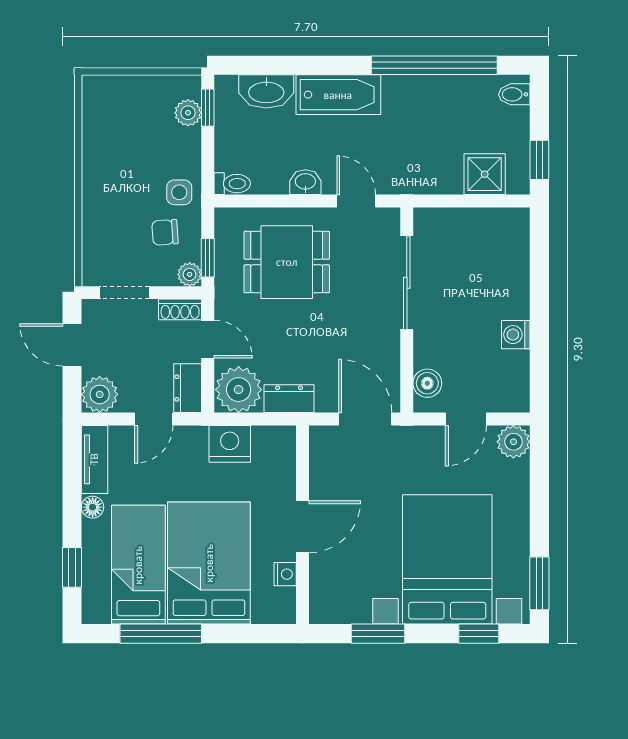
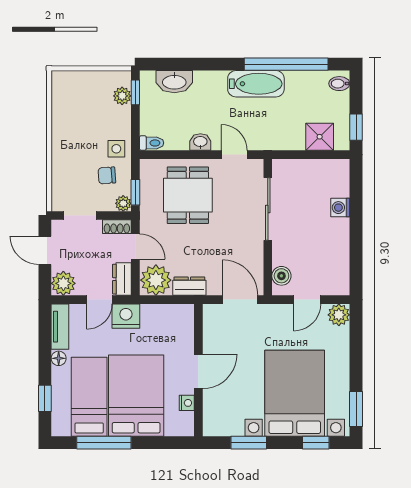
bathtub: (338, 95) -> (256, 84), moved
dining table: (287, 262) -> (188, 195), turned 90
washing machine: (516, 335) -> (340, 208), moved
nightstand: (230, 444) -> (126, 316), moved

